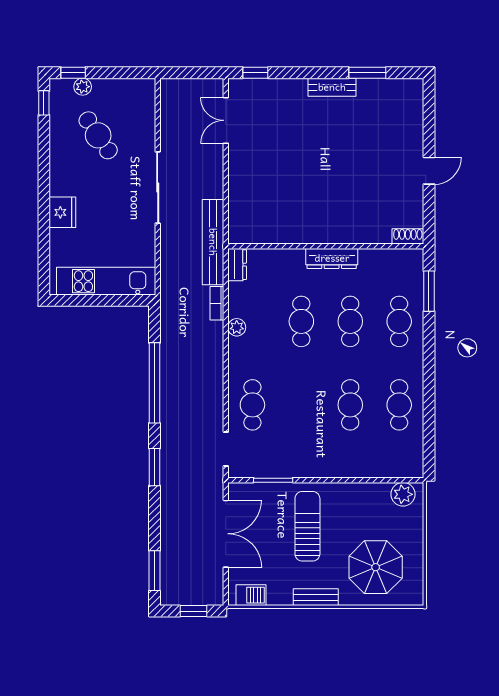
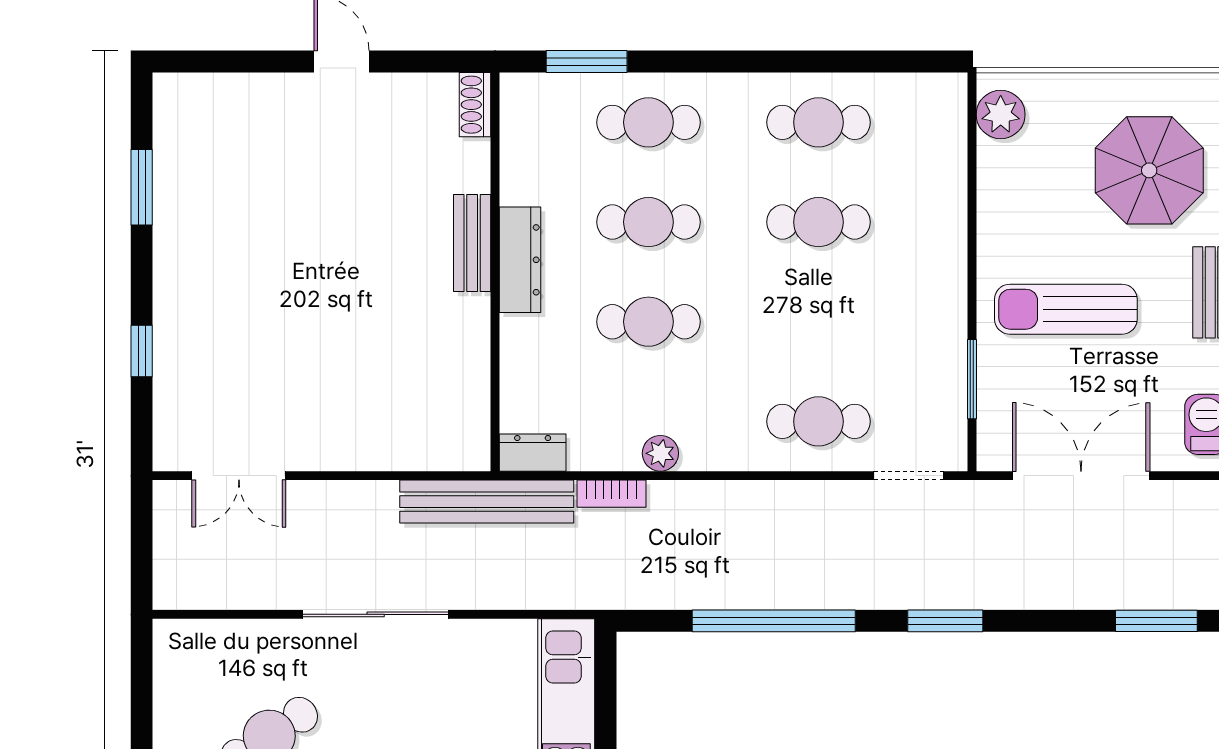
window: (255, 73) -> (142, 351), moved
bench: (332, 87) -> (472, 243), moved

